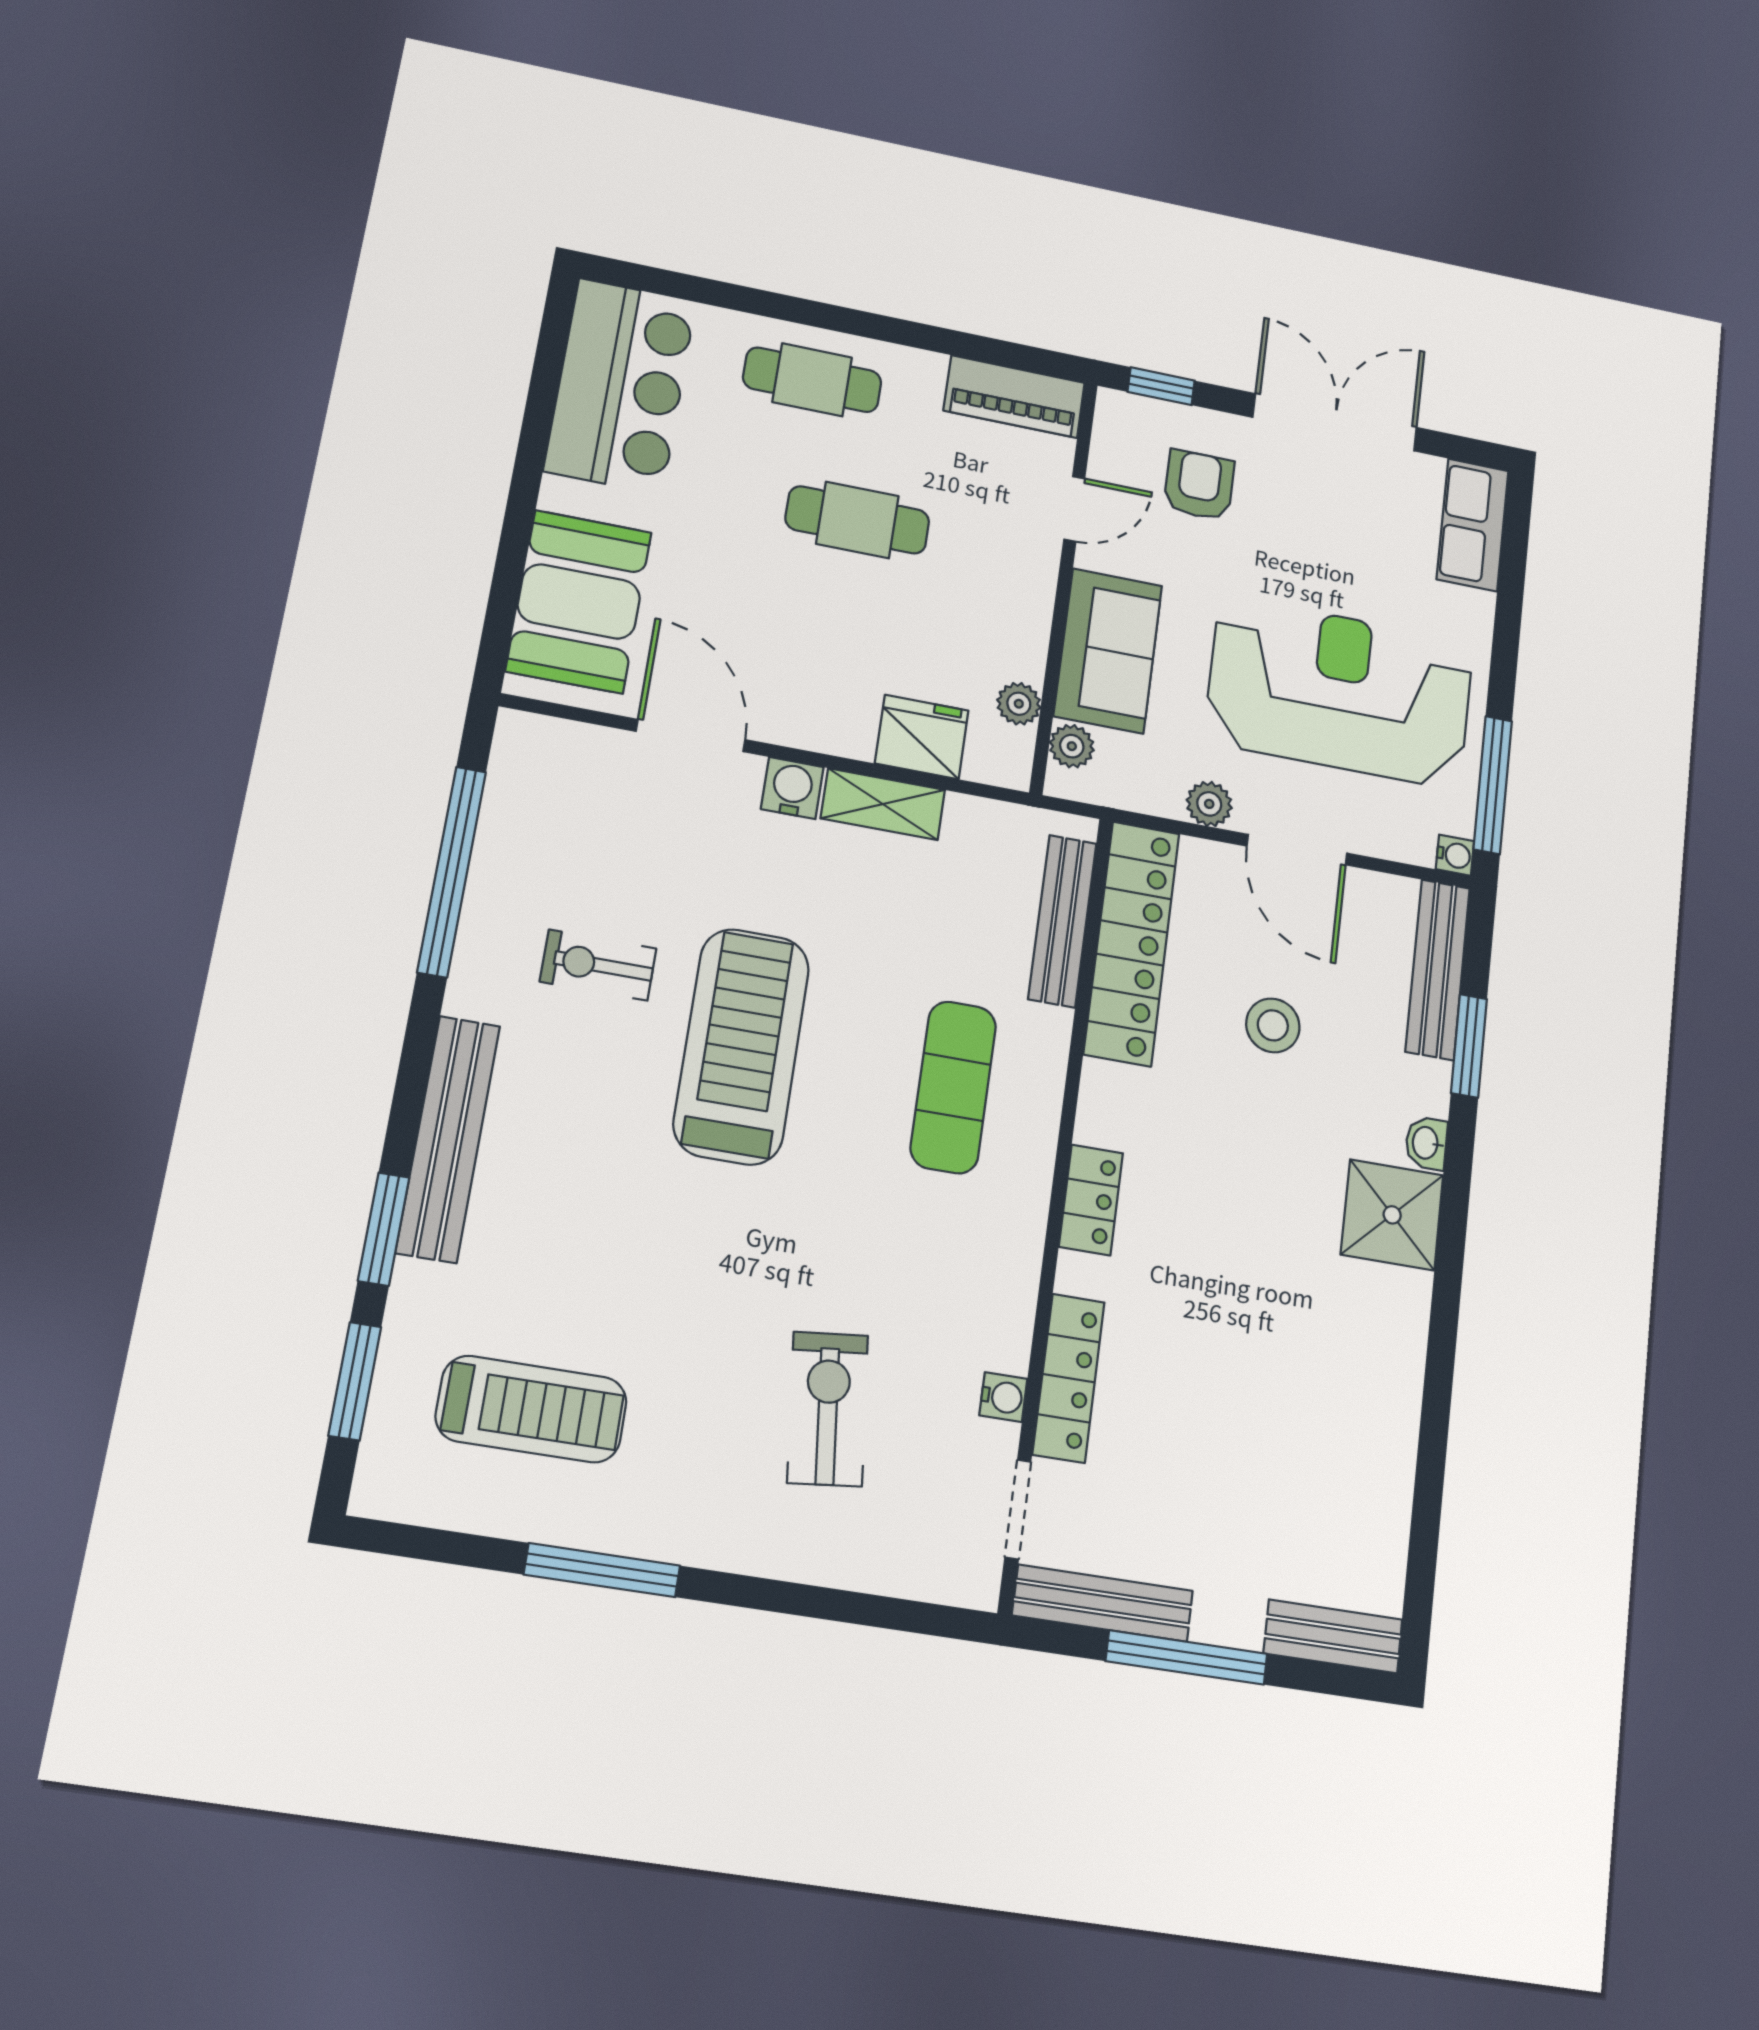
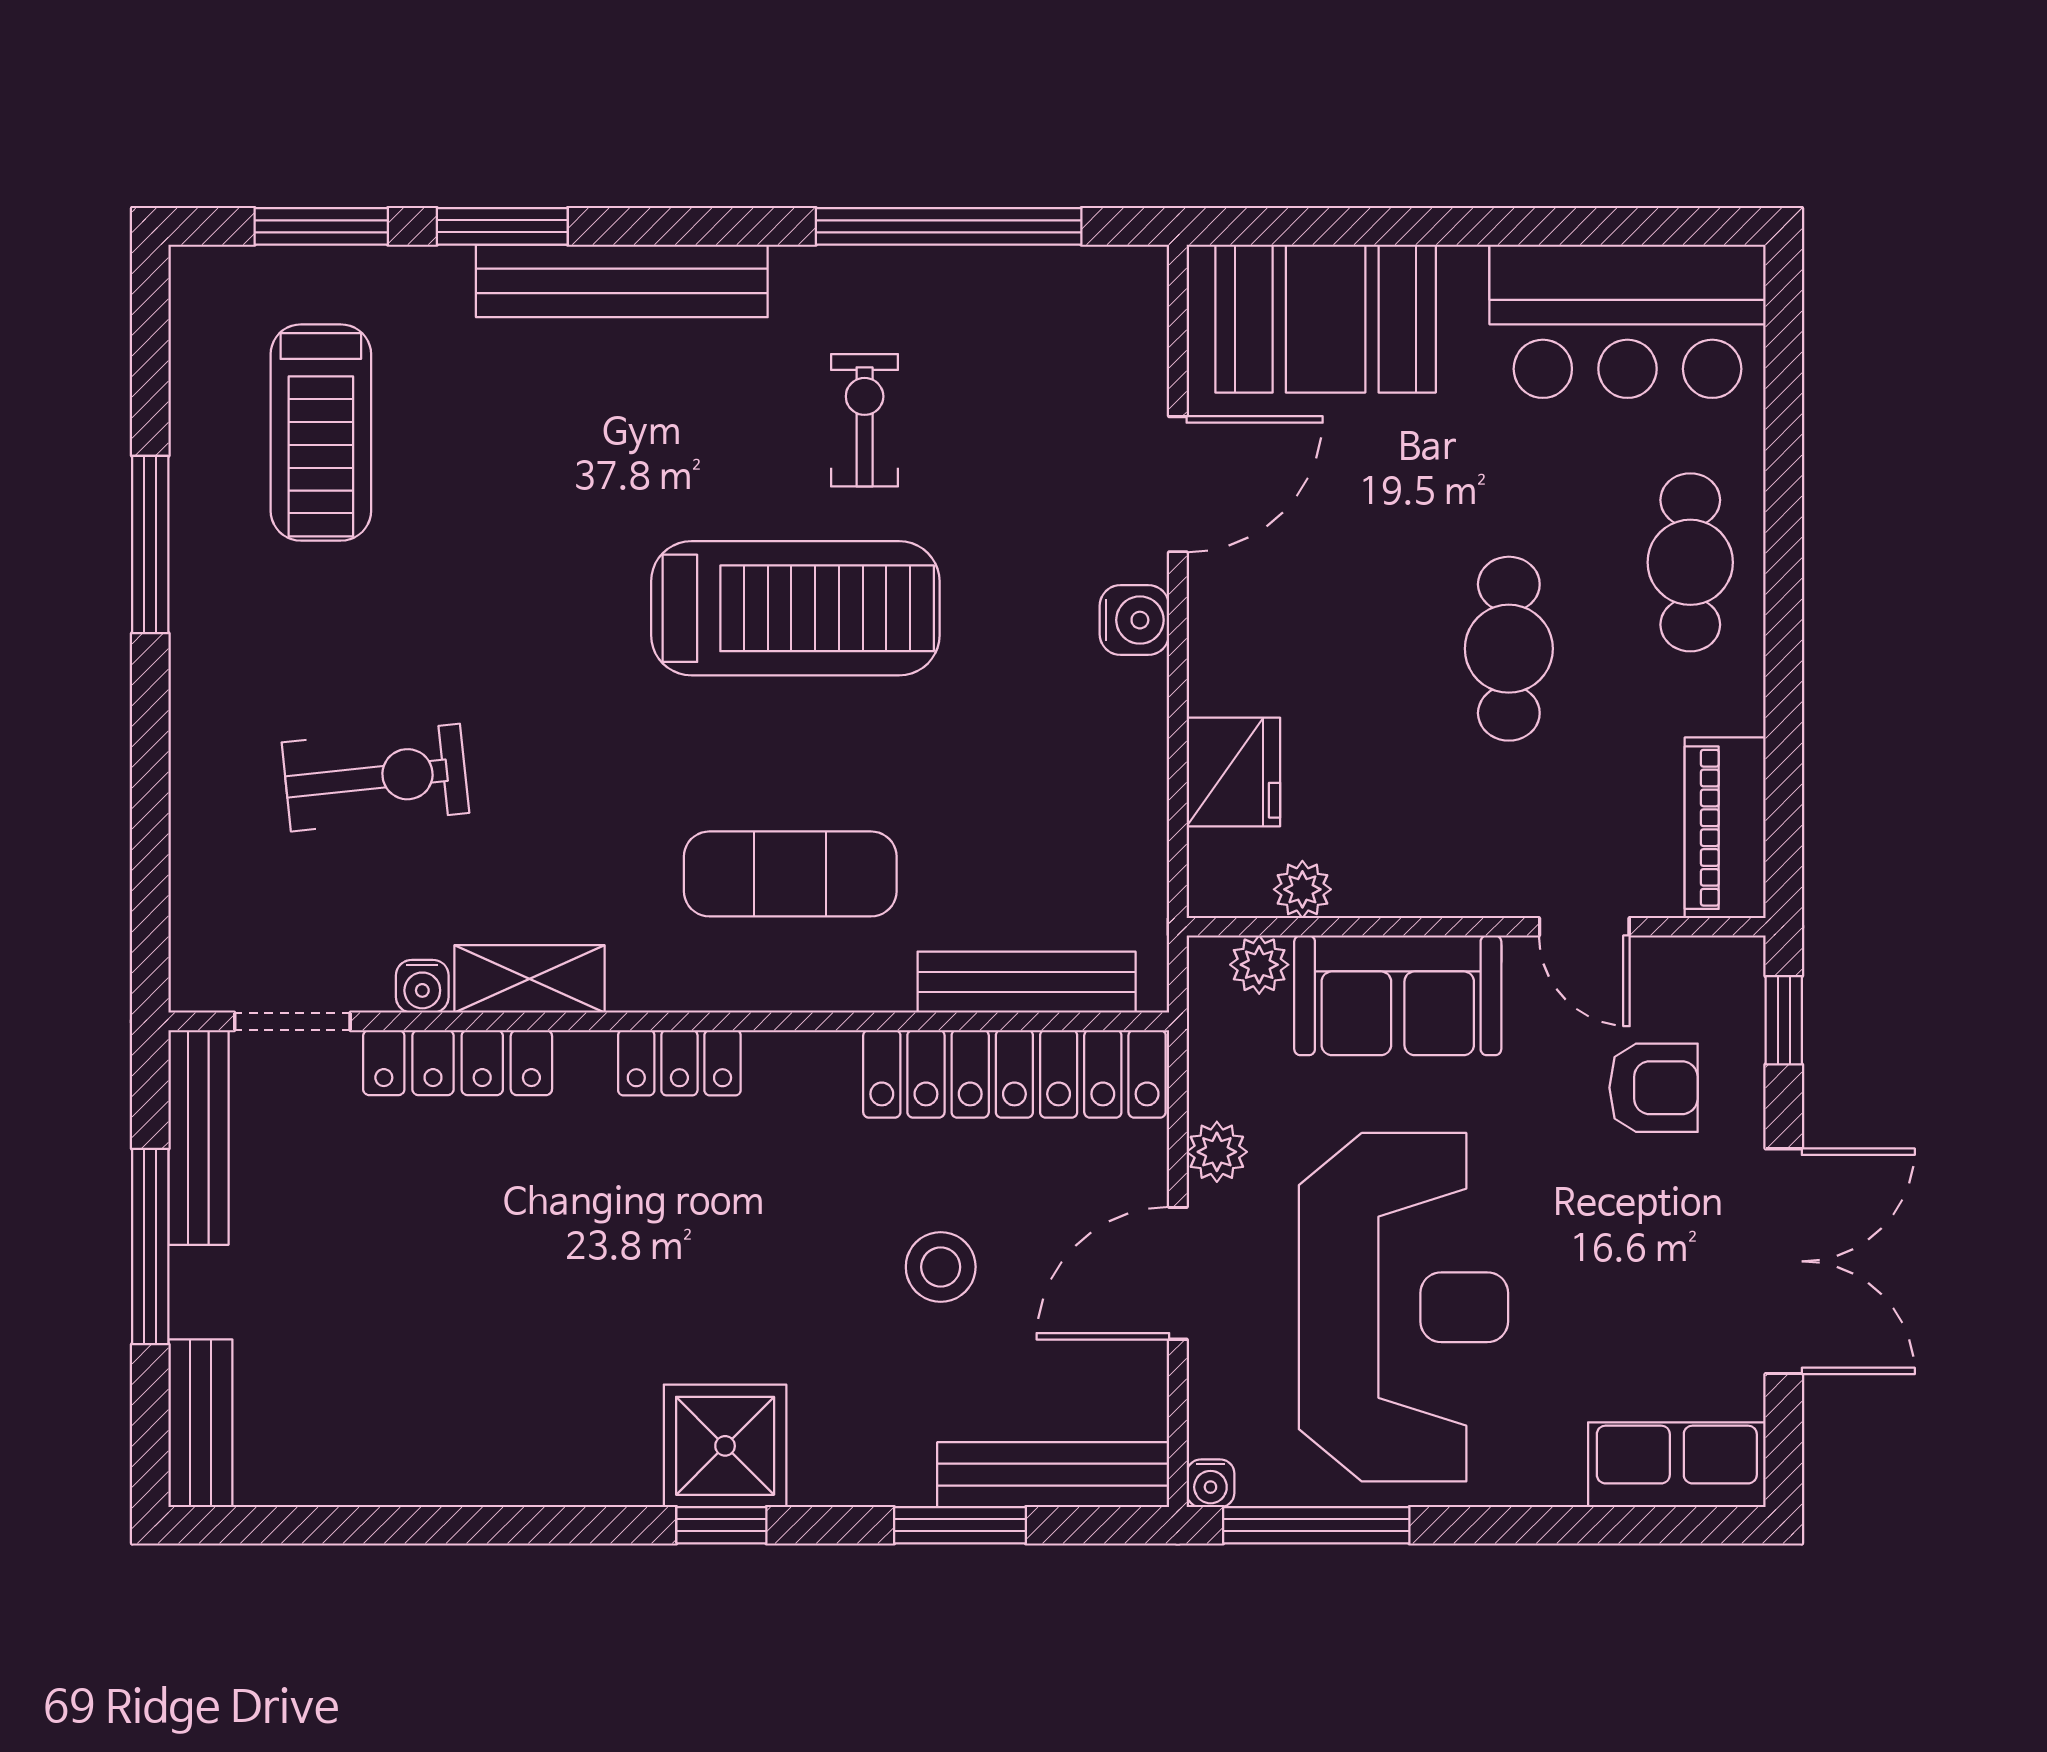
shelving: (883, 804) -> (530, 979), moved, turned 90
washbasin: (1426, 1143) -> (824, 1481), removed
window: (1452, 1228) -> (721, 1525), added

